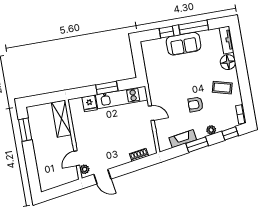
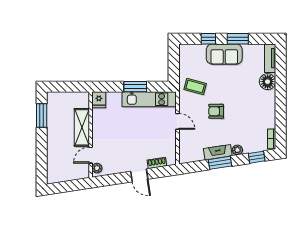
window: (194, 27) -> (238, 39), width x0.69
coffee table: (222, 88) -> (195, 87), moved
fridge: (90, 103) -> (99, 100), moved
armchair: (196, 104) -> (216, 111), moved
shelving: (61, 119) -> (82, 127), moved
fireplace: (183, 139) -> (218, 152), moved
door: (102, 177) -> (139, 175), moved

